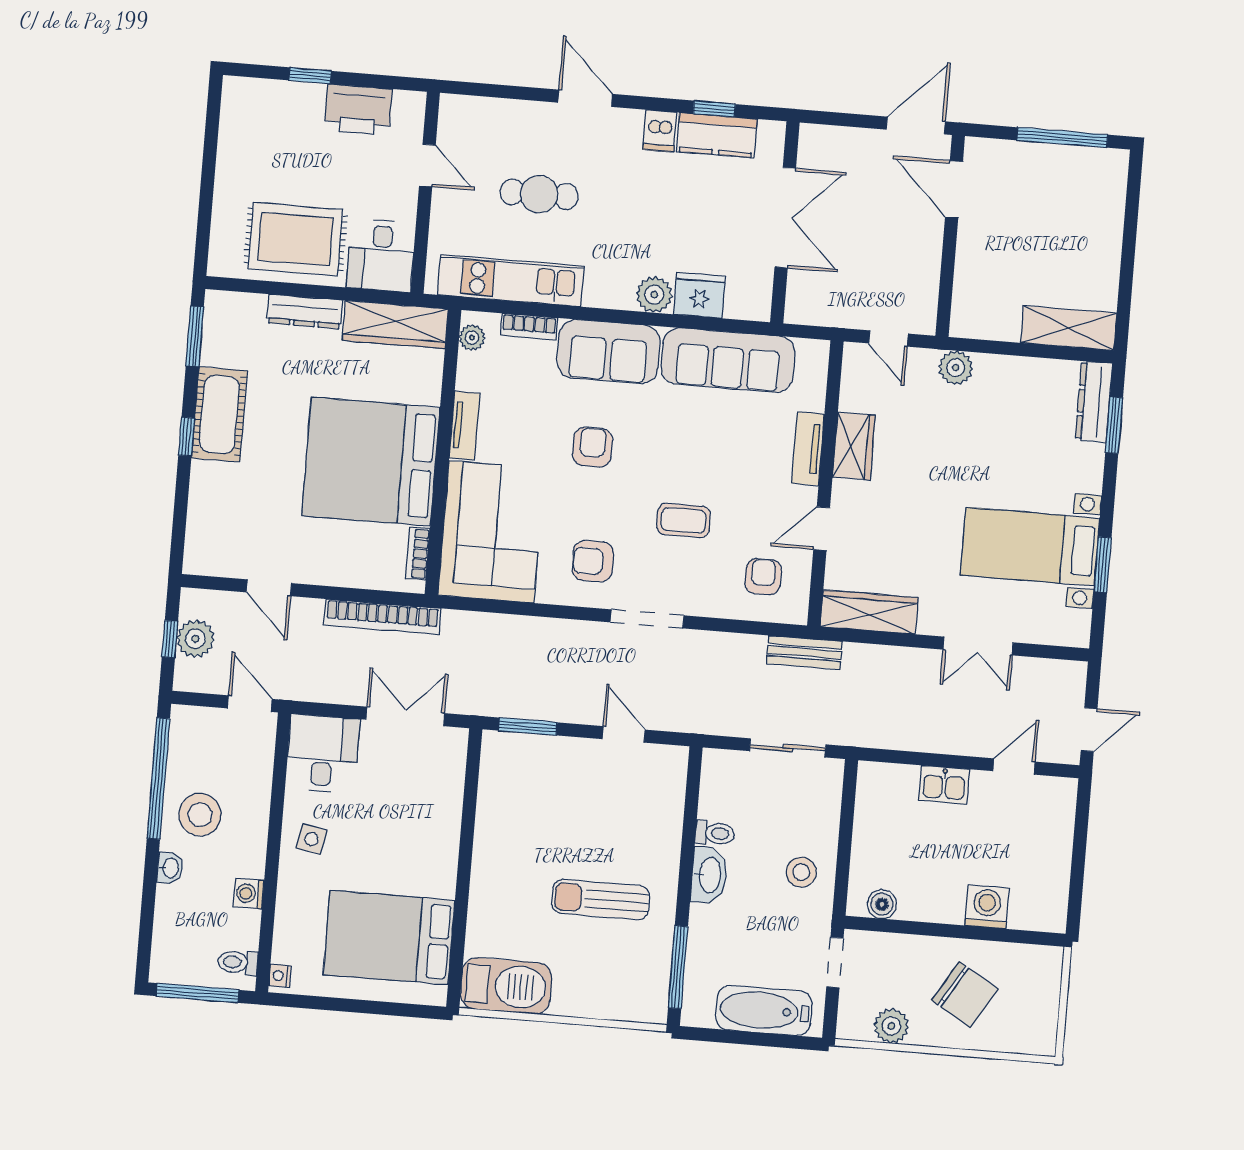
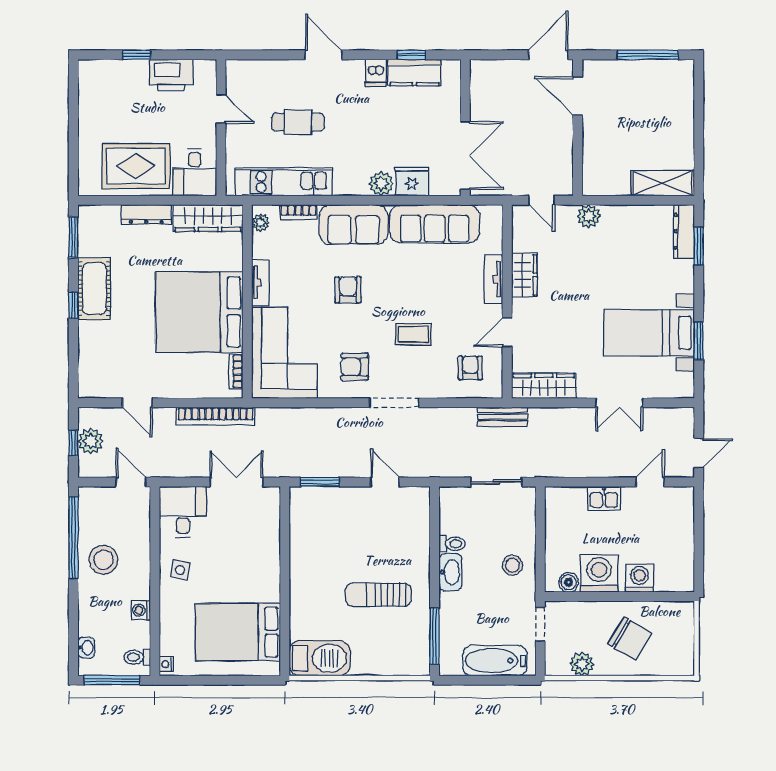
double door: (785, 218) -> (465, 156), moved
washbasin: (170, 868) -> (86, 648), moved
washing machine: (928, 895) -> (599, 573), added

